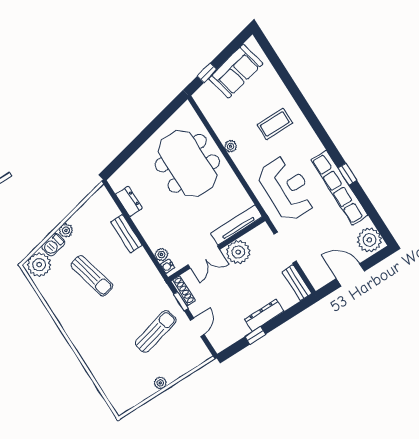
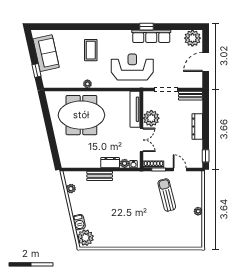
row of seats: (339, 188) -> (151, 36), width x0.73
dresser: (129, 201) -> (110, 163), moved
plant: (66, 230) -> (71, 189), moved
sun lounger: (92, 276) -> (111, 211), removed
window: (255, 335) -> (206, 156), moved

